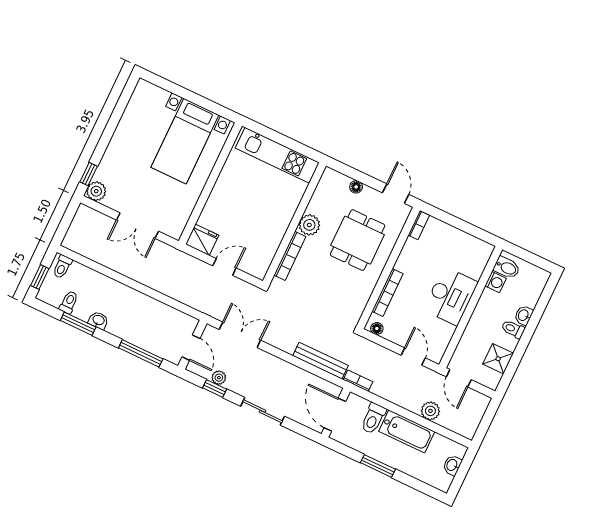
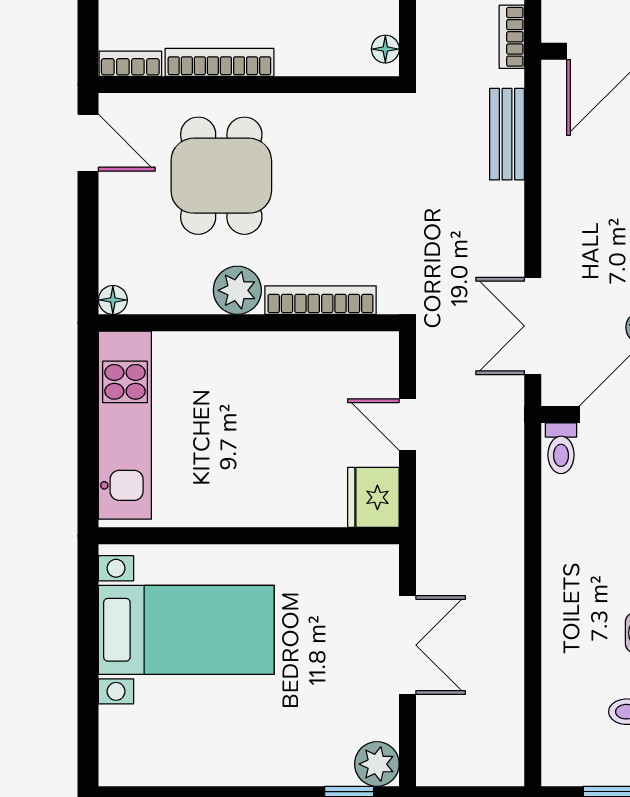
floor lamp: (356, 187) -> (113, 300), moved
door: (396, 194) -> (88, 143), swing flipped
dining table: (358, 240) -> (221, 176), turned 90
toilet: (62, 267) -> (561, 448), moved, turned 90
bookcase: (388, 292) -> (219, 62), moved
bench: (320, 361) -> (507, 134), width x0.73

